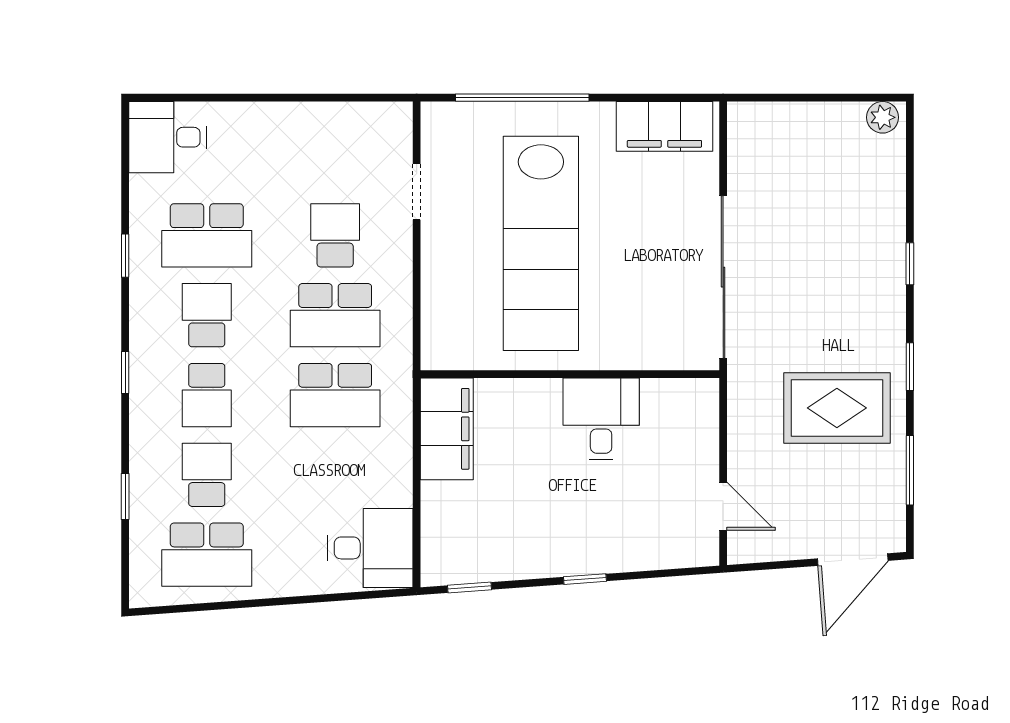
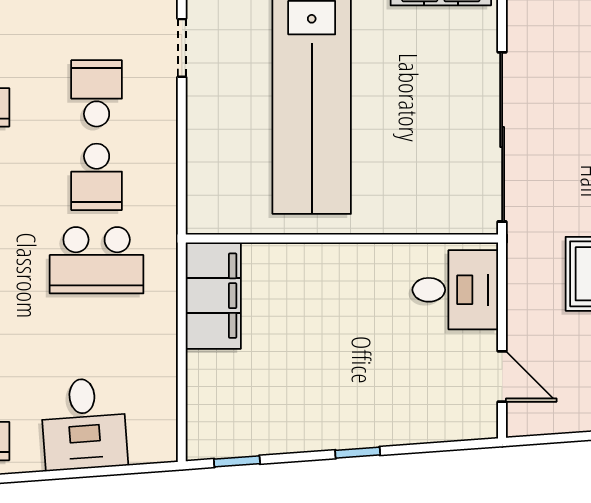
school desk: (335, 315) -> (97, 177), width x0.54
desk: (601, 419) -> (455, 290), moved, turned 90
desk: (370, 548) -> (84, 424), moved, turned 86

